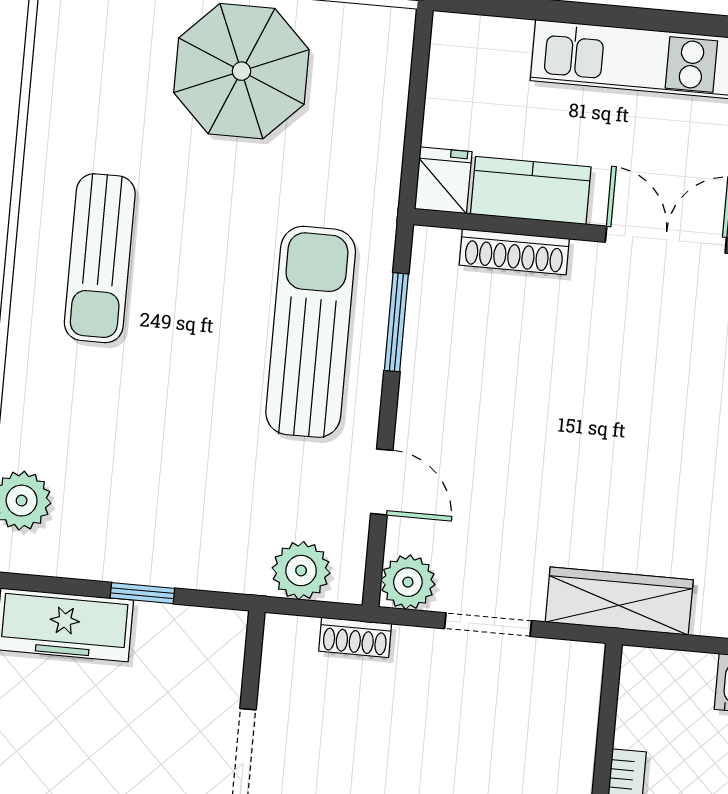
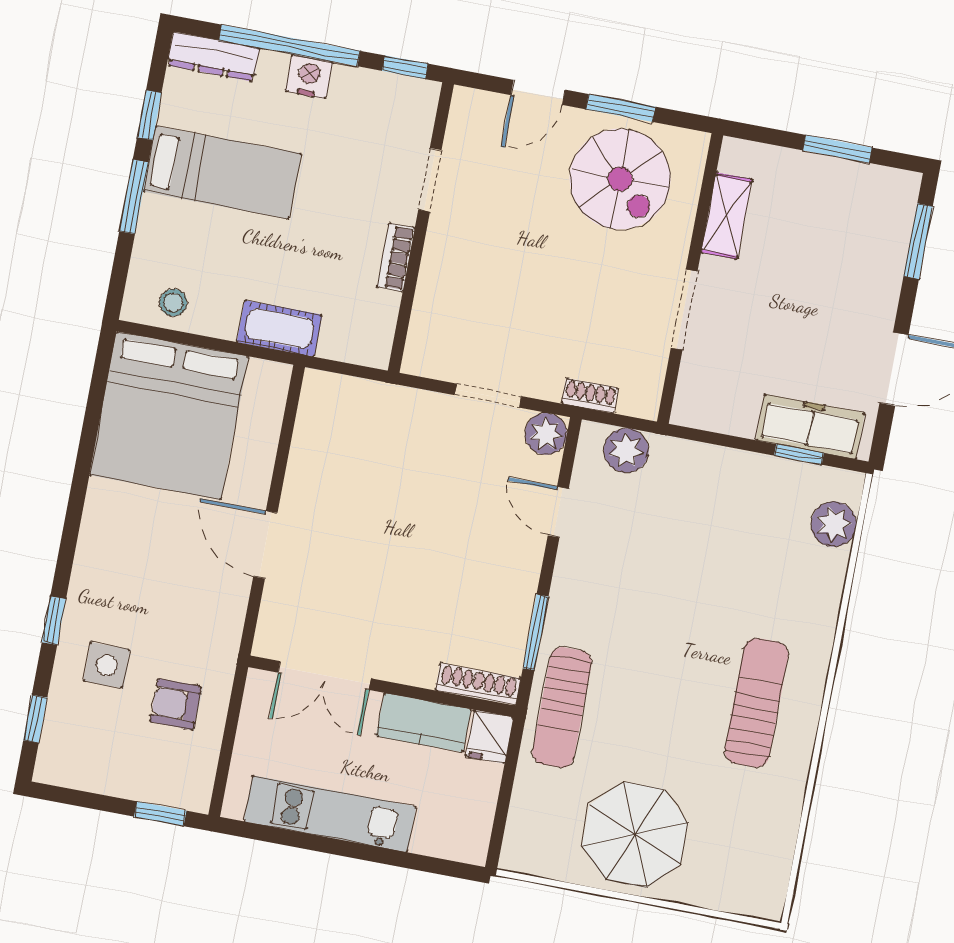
shoe rack: (514, 252) -> (478, 684), moved
sun lounger: (311, 332) -> (562, 707), moved, width x0.73, depth x0.75
window: (142, 593) -> (799, 454), moved
wardrobe: (619, 601) -> (386, 404), removed

